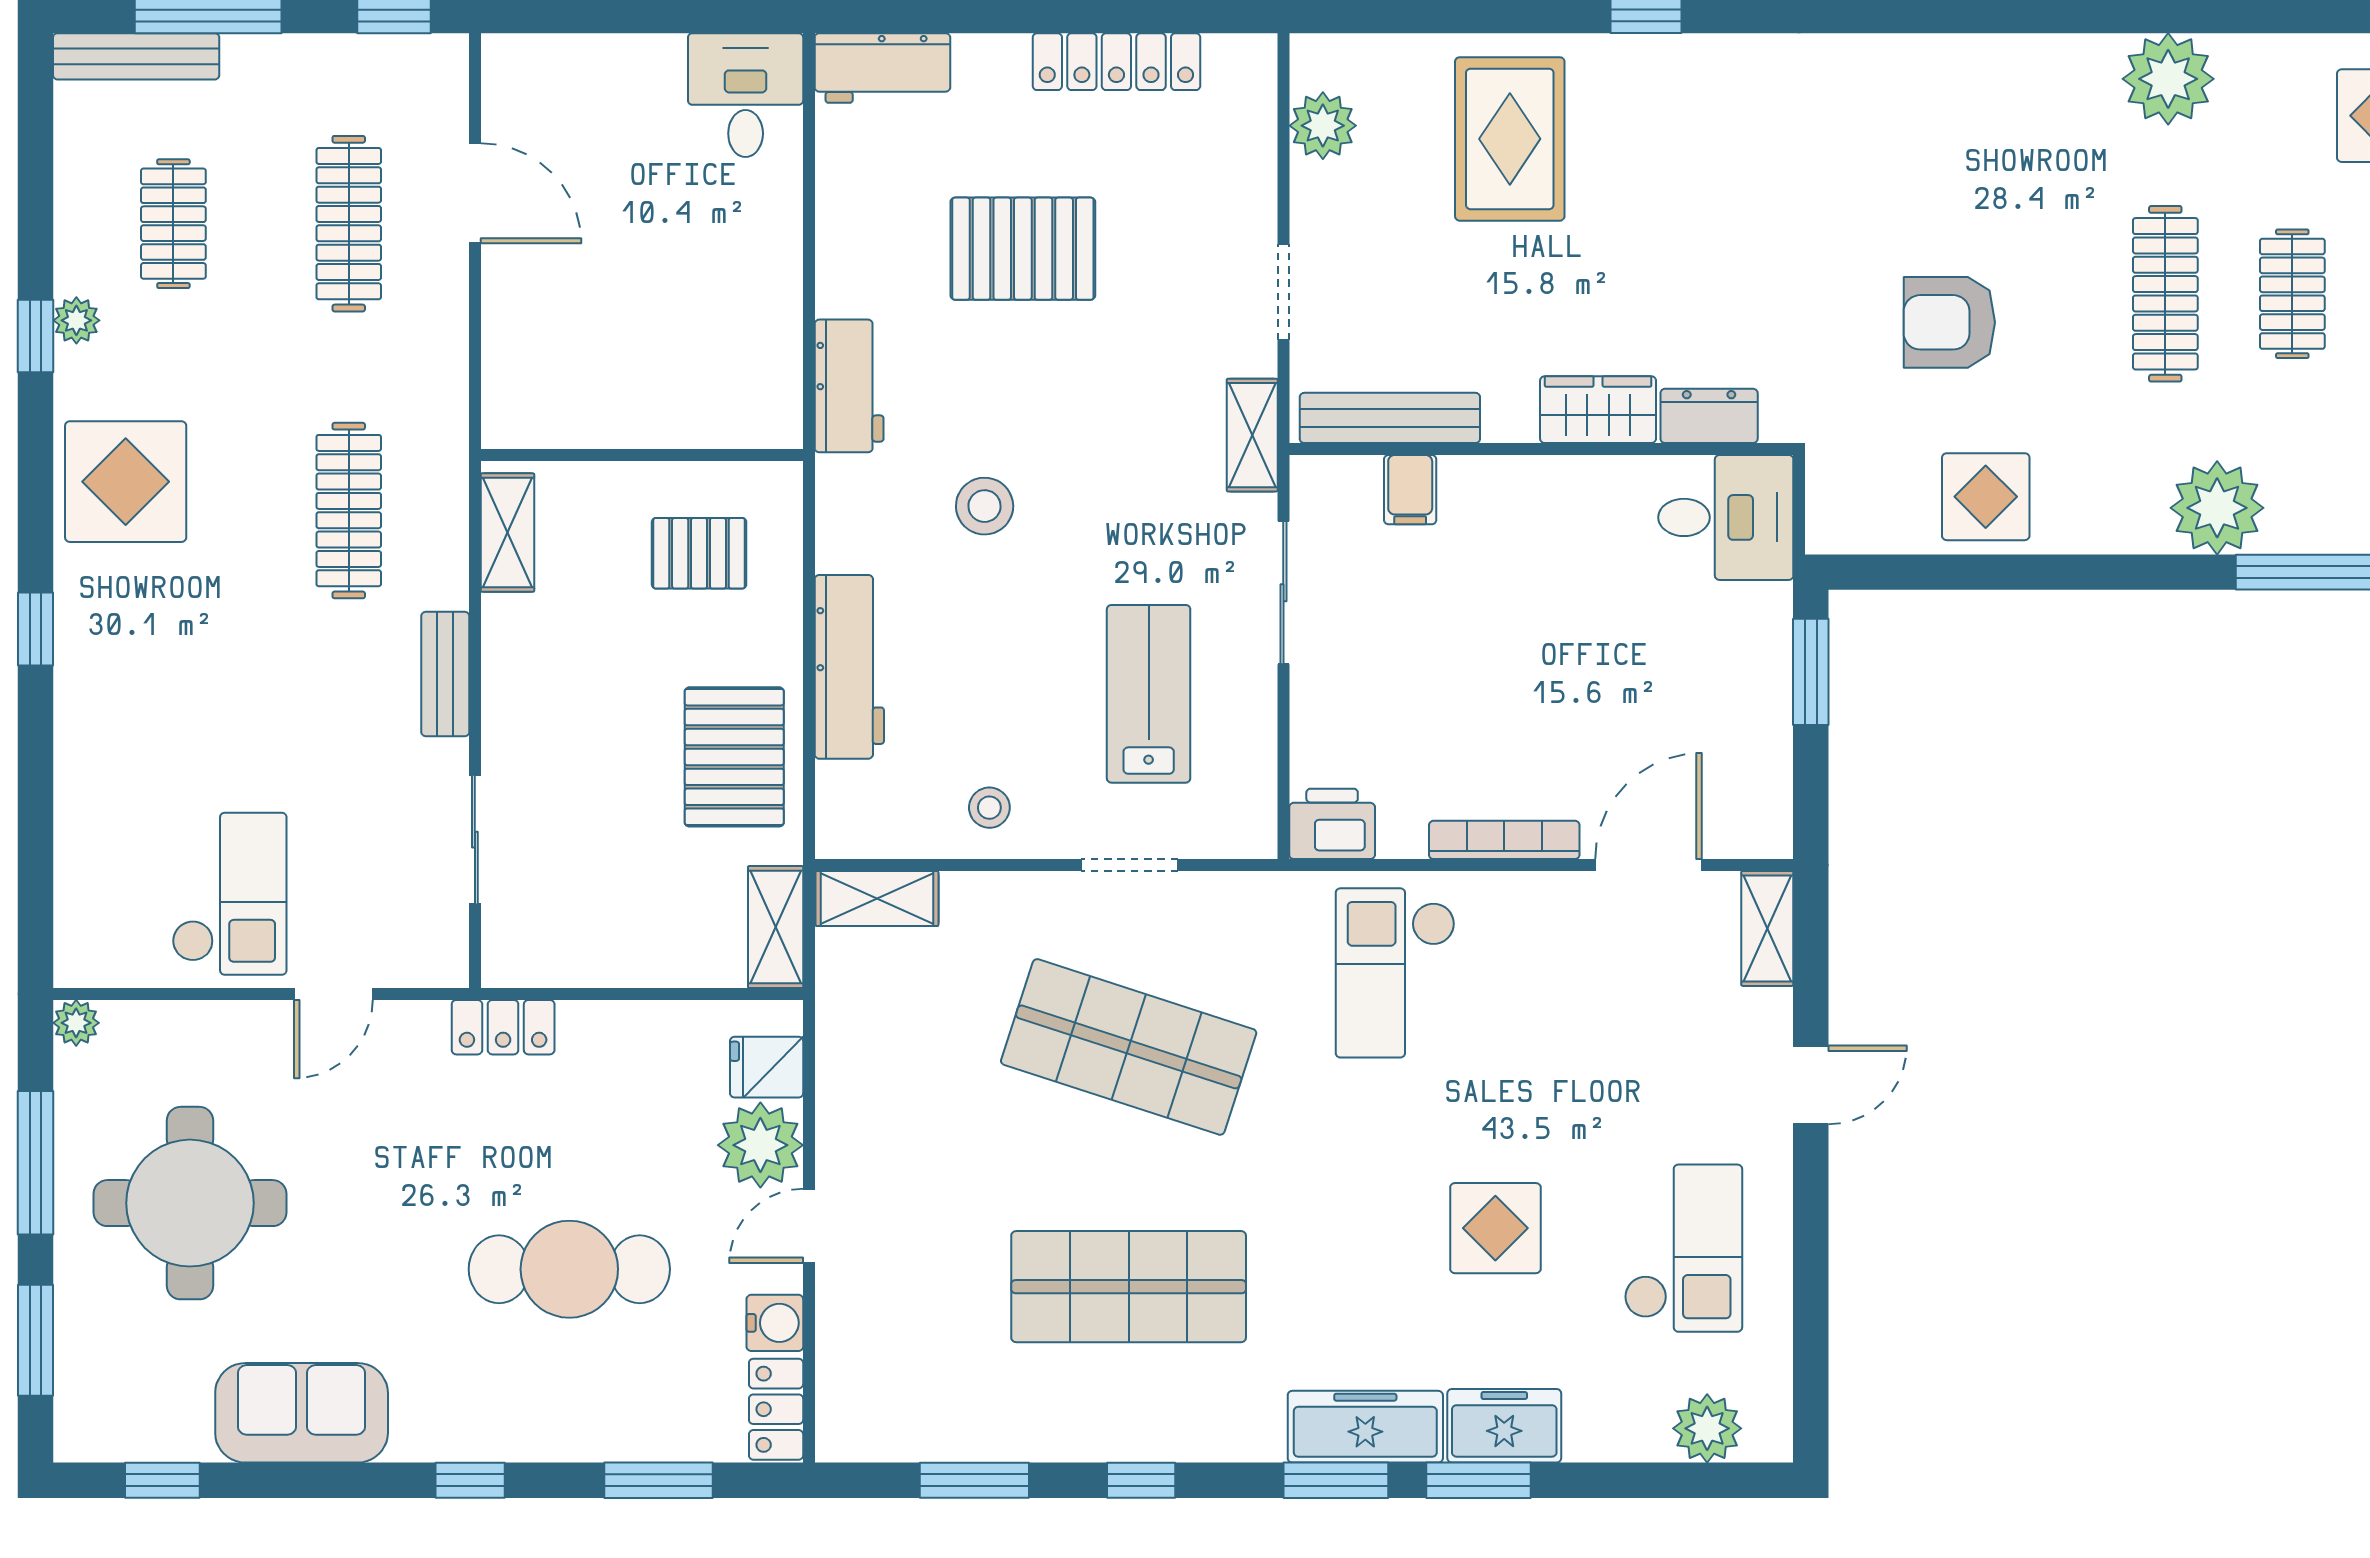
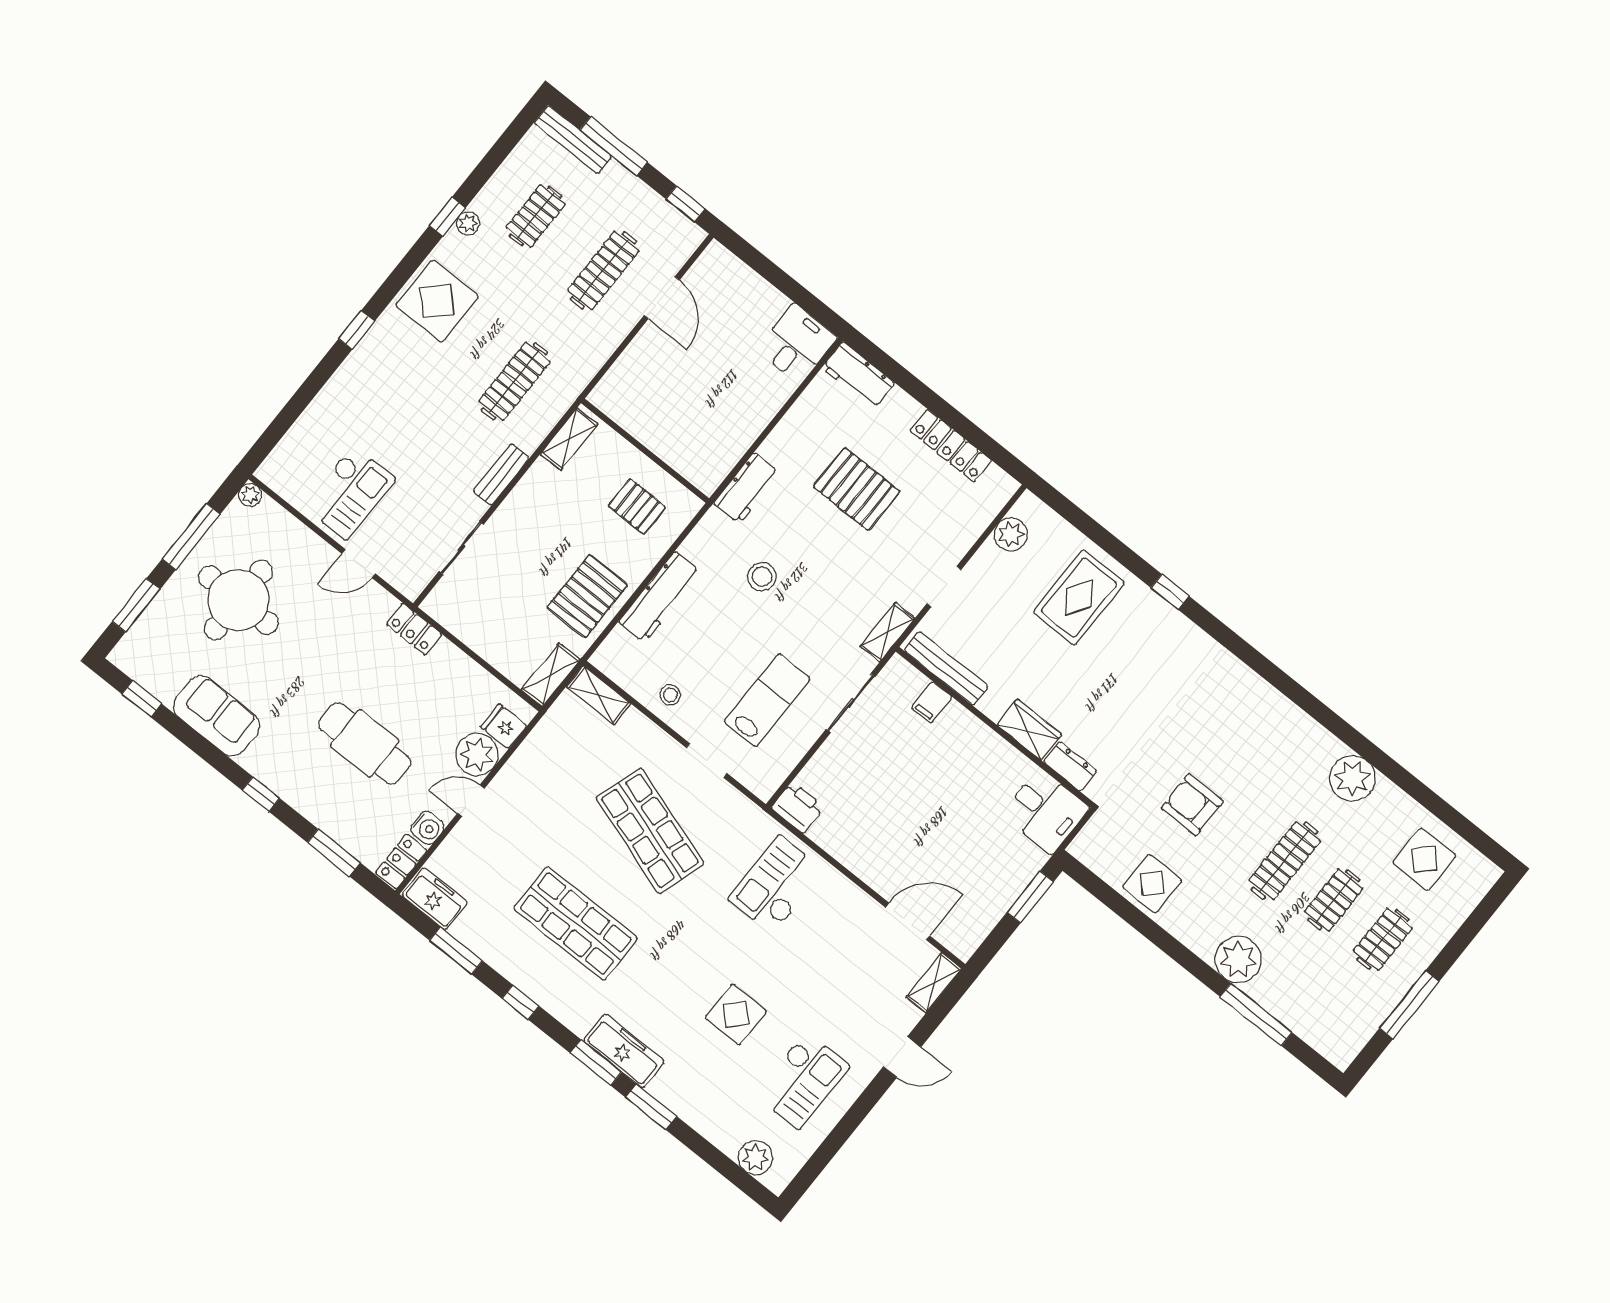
bookcase: (1504, 840) -> (860, 867), removed
freezer: (1504, 1426) -> (435, 899), moved

